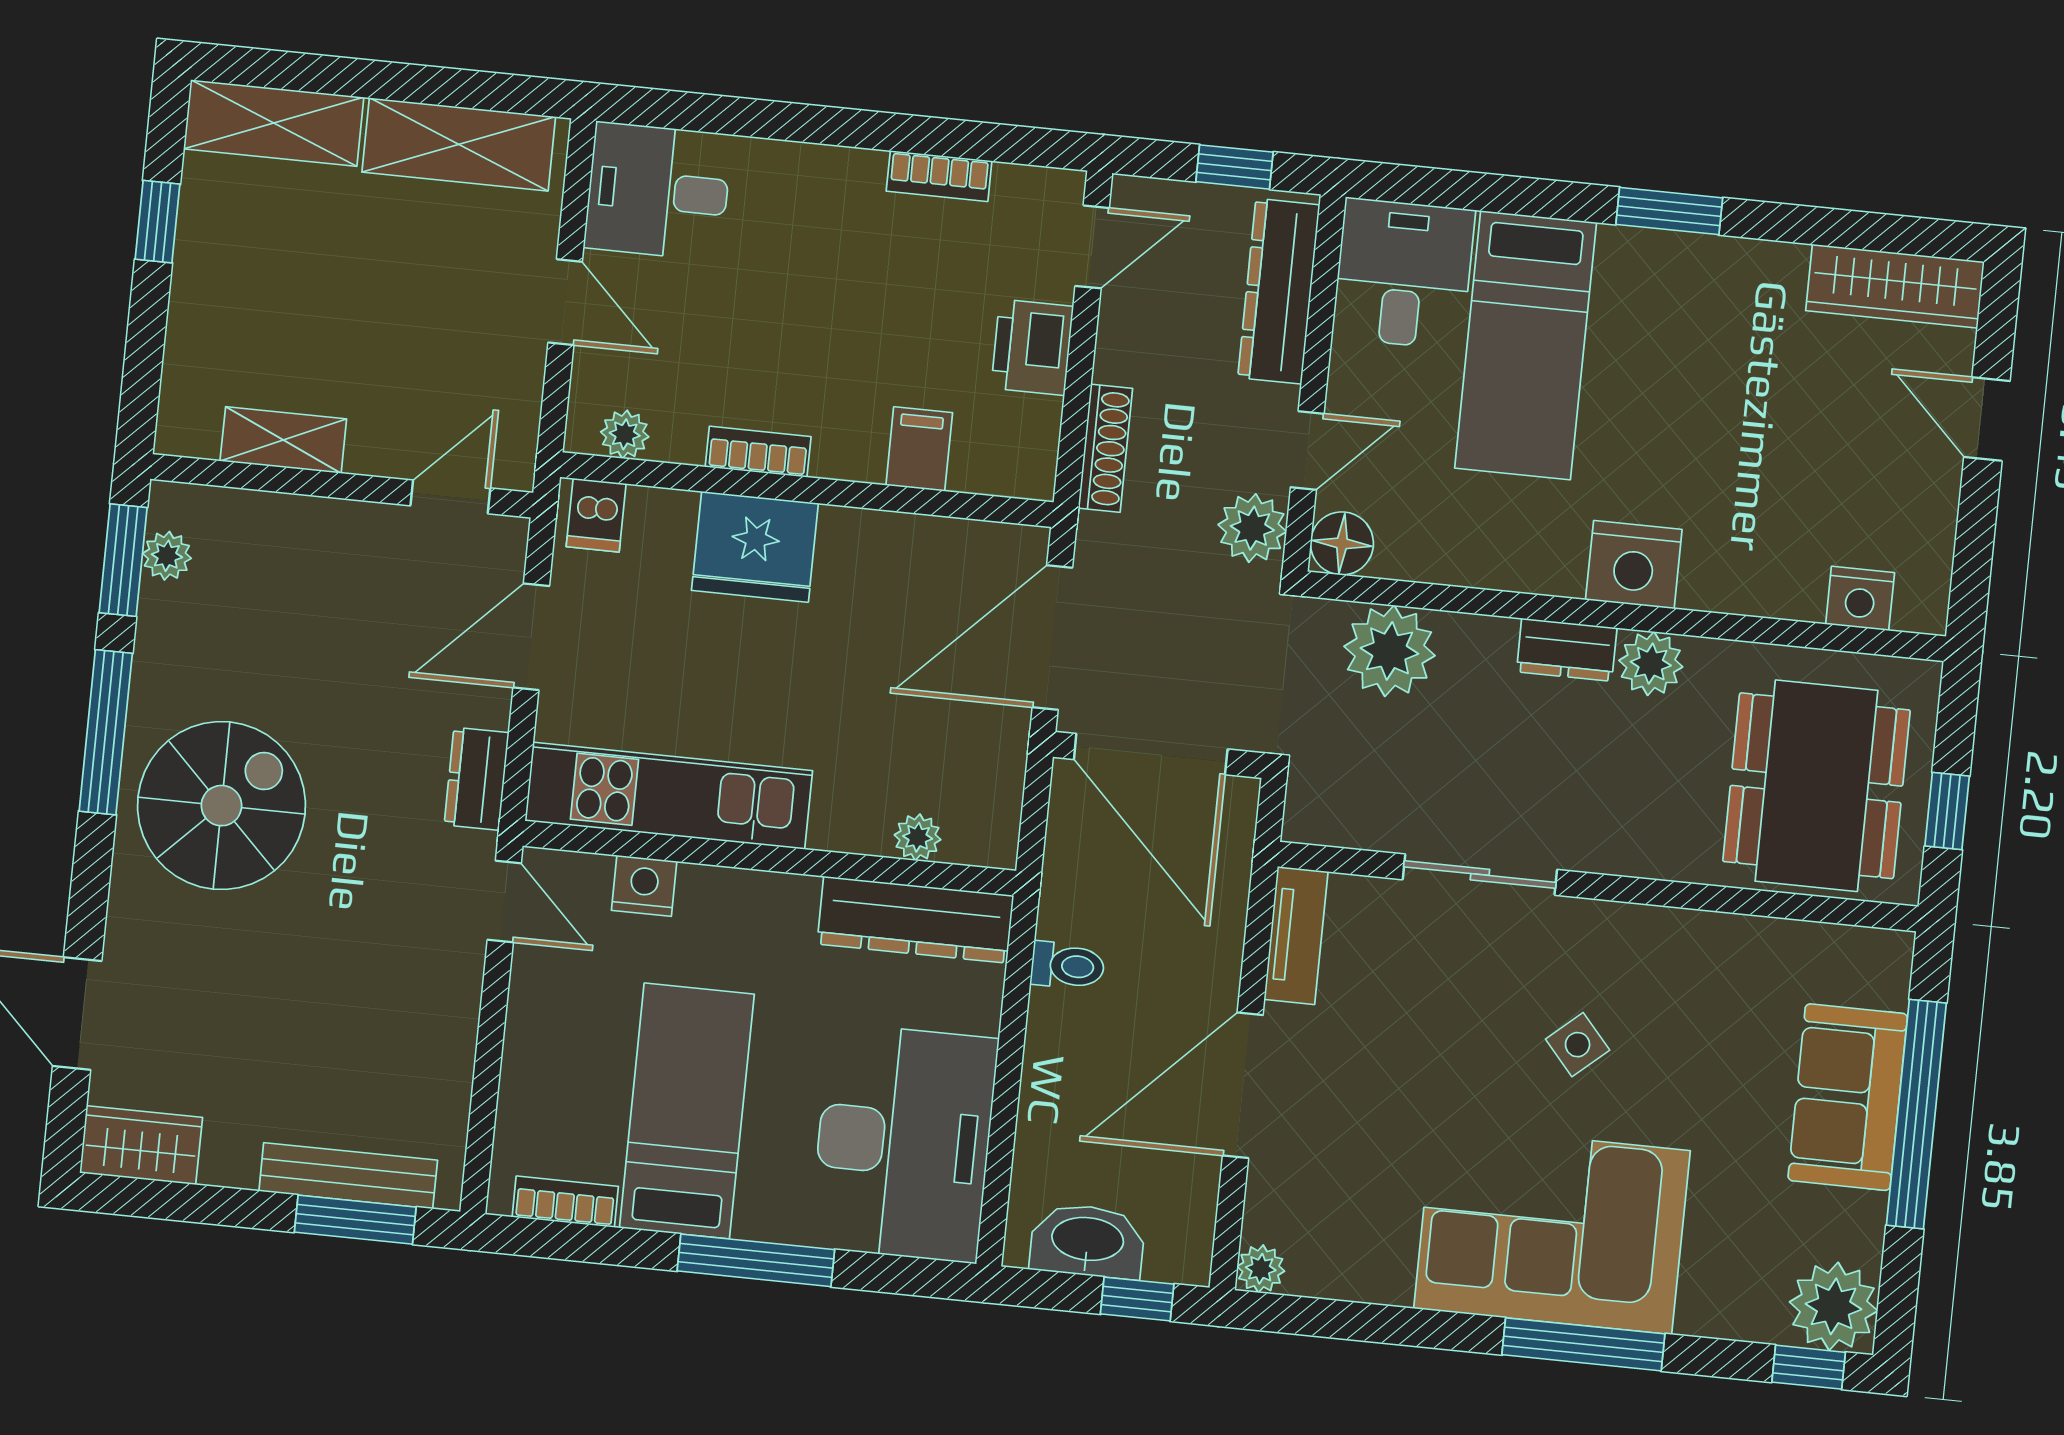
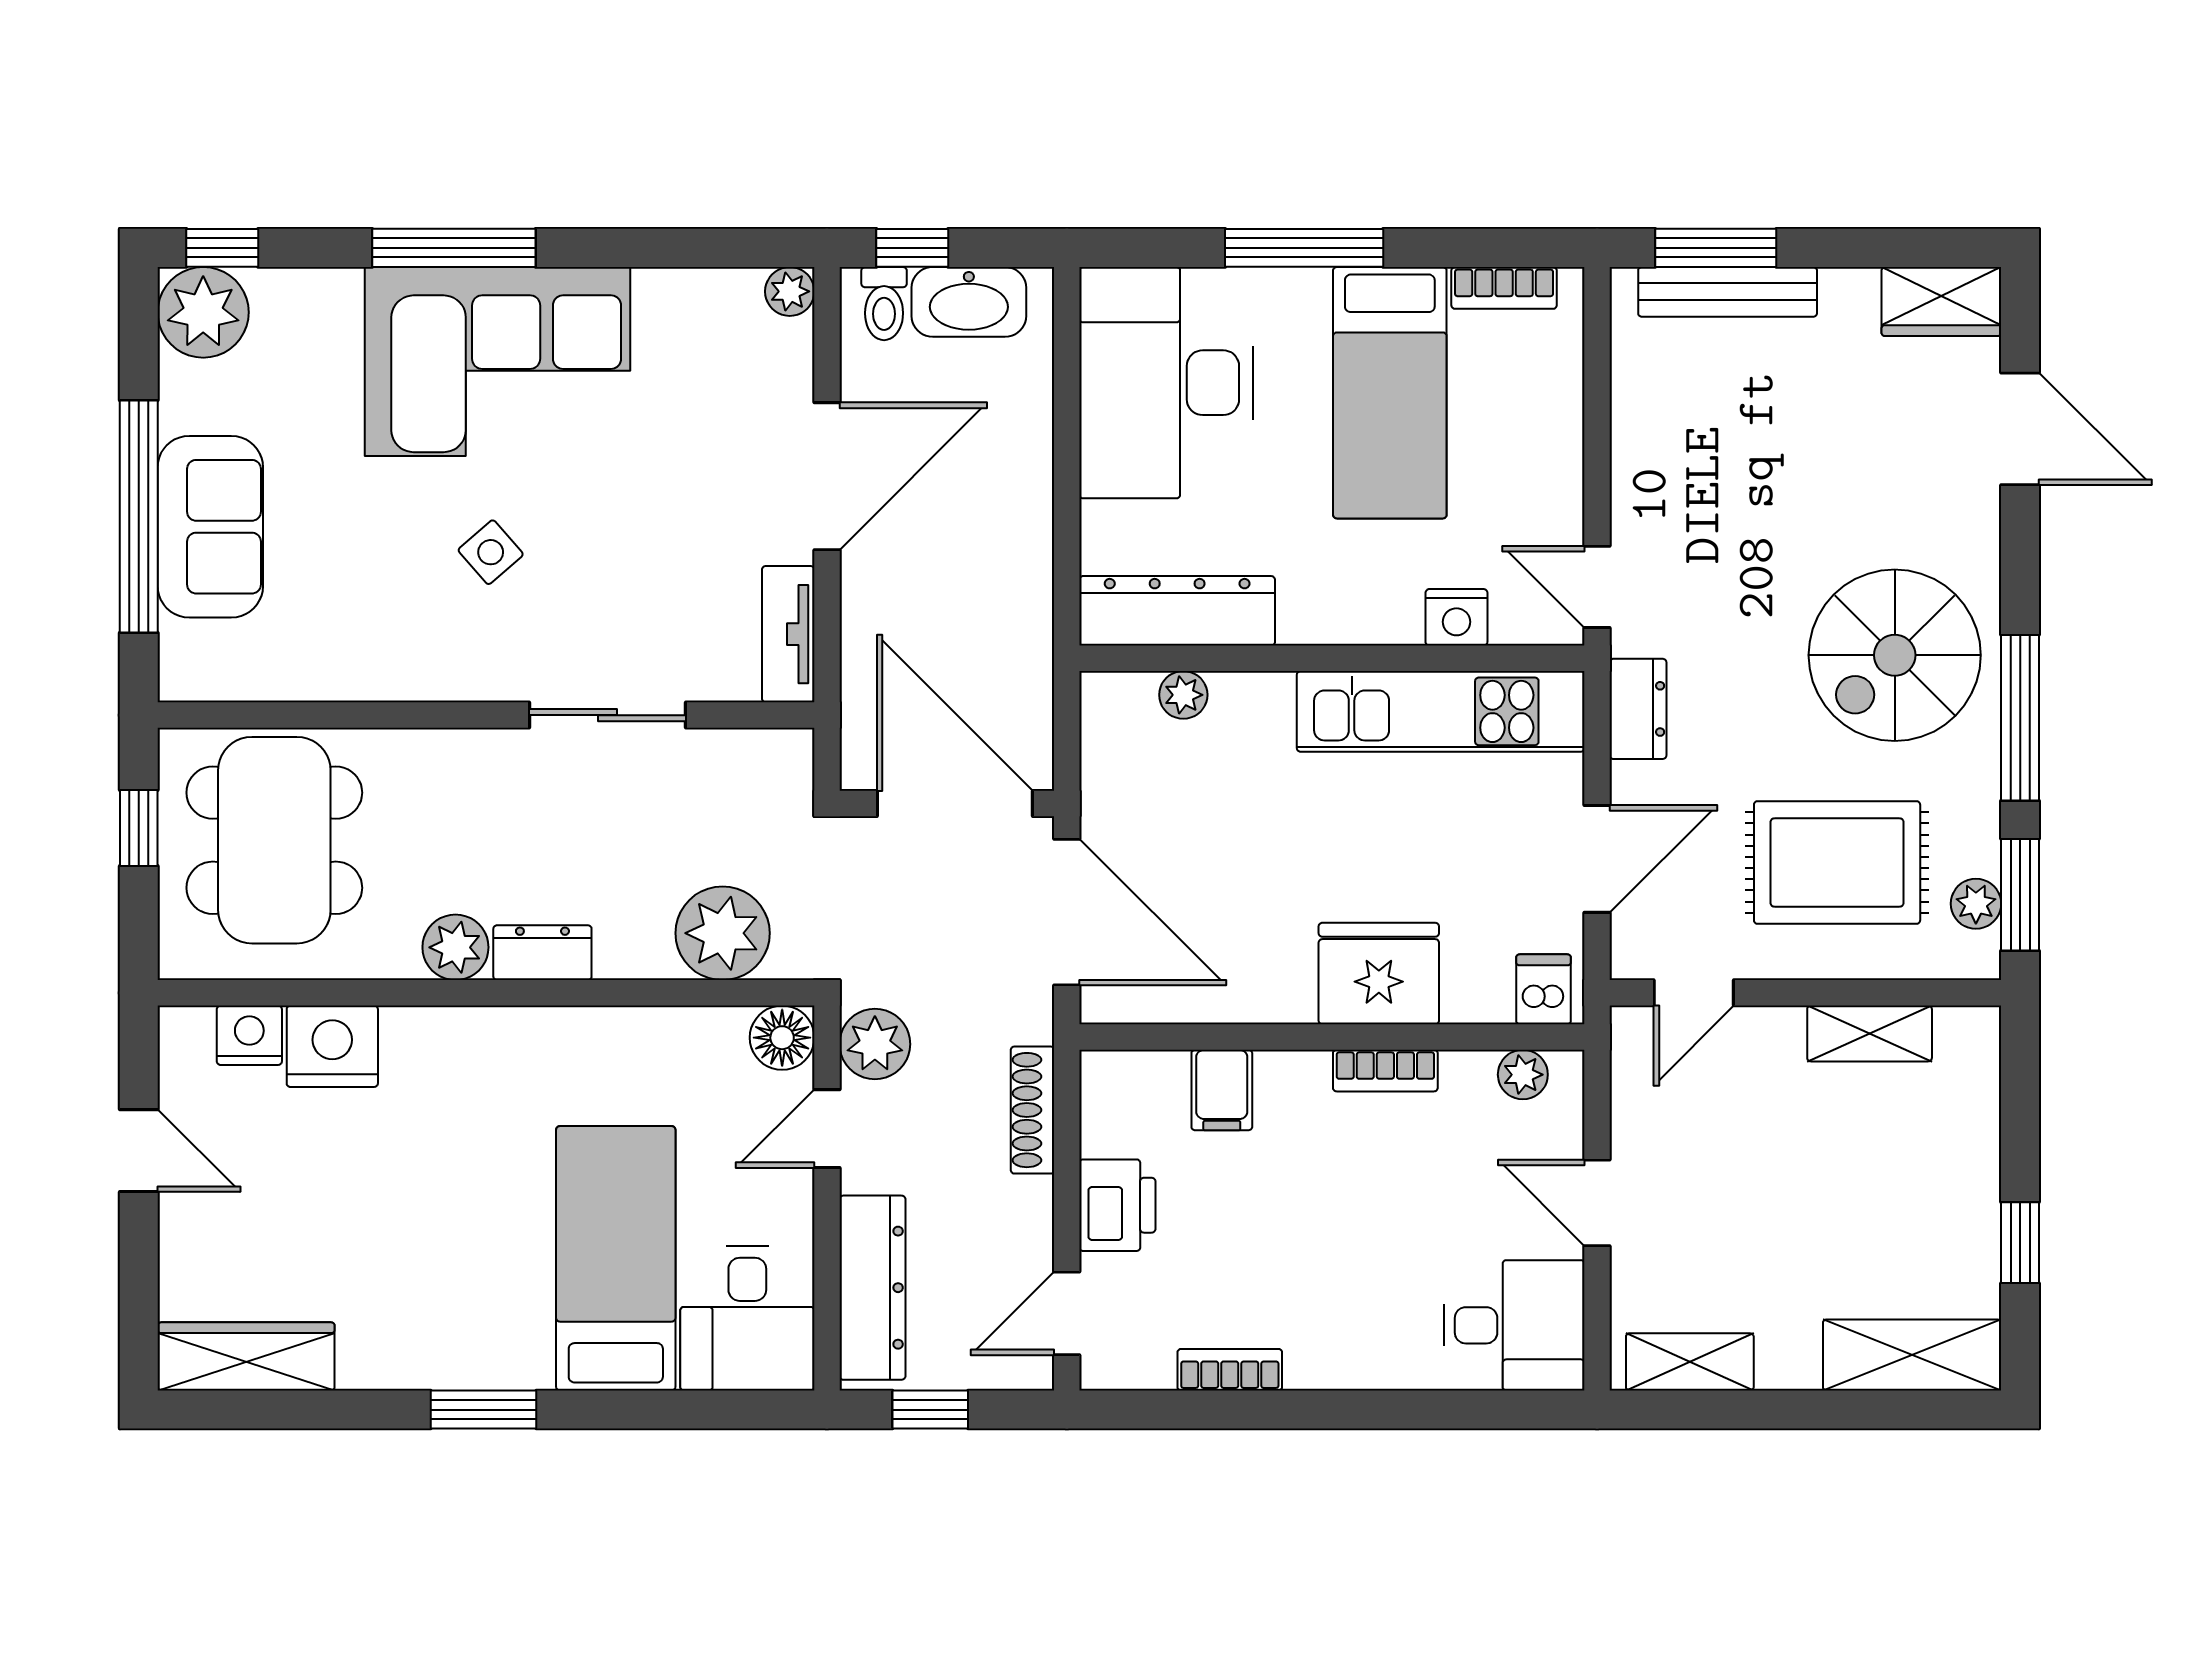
shelving: (459, 144) -> (1690, 1362), width x0.67, depth x0.75
door: (1987, 419) -> (139, 1151), moved
nightstand: (1634, 565) -> (332, 1046), moved
rug: (298, 610) -> (1837, 862), added
door: (1052, 637) -> (1067, 912), hinge flipped
toilet: (1068, 966) -> (884, 304), moved, turned -90

